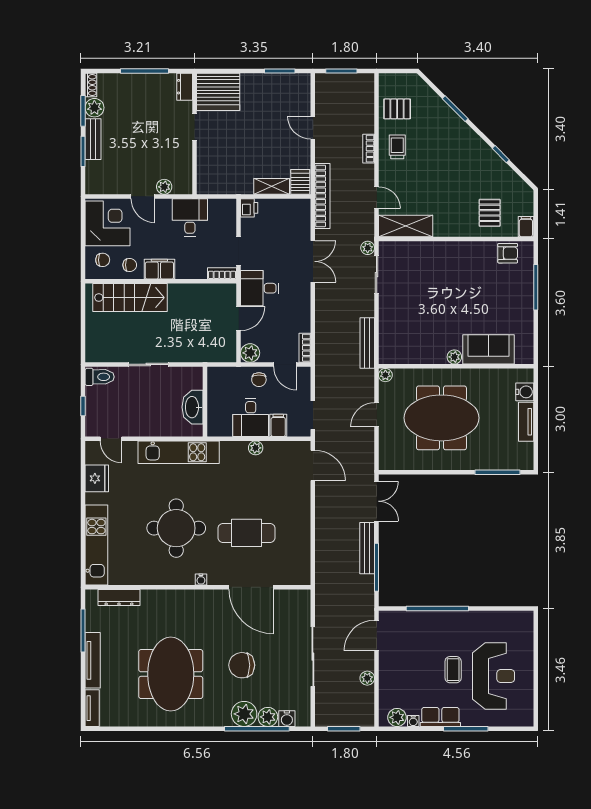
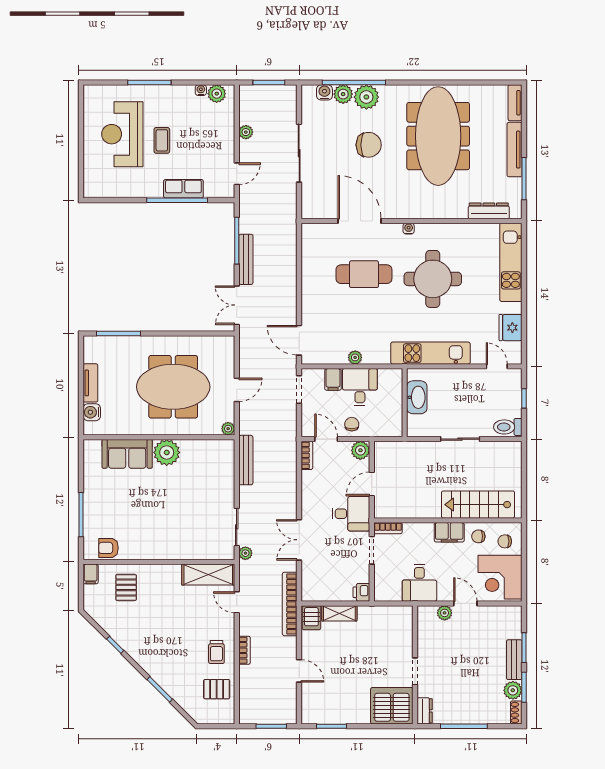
plant: (454, 357) -> (167, 452), width x1.87, depth x1.87
door: (377, 635) -> (237, 174), width x0.73
meeting table: (171, 674) -> (438, 136), width x1.36
row of seats: (440, 717) -> (183, 189), moved, turned 180

